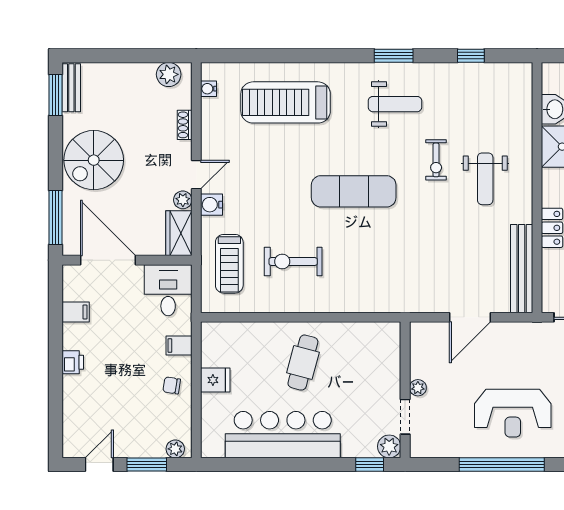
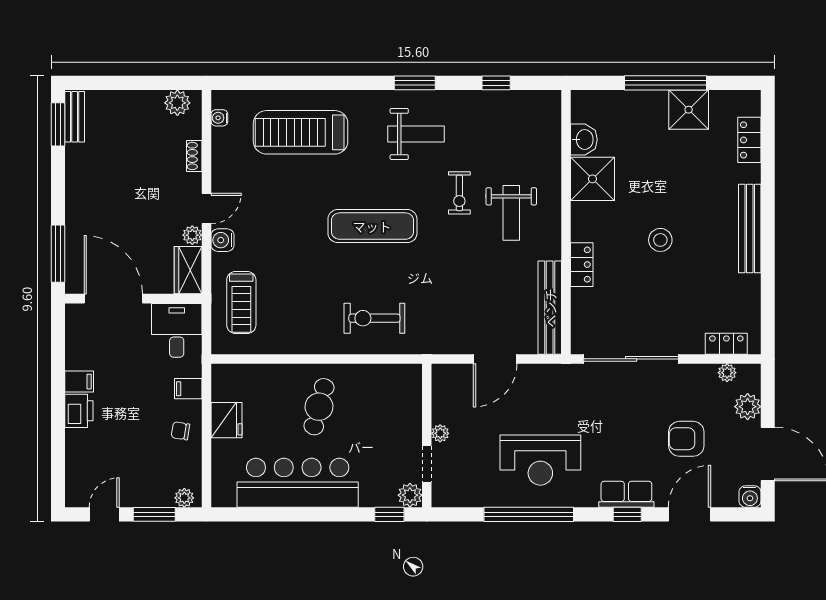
spiral stairs: (94, 160) -> (98, 193), removed
exercise bike: (293, 262) -> (374, 318), moved
filing cabinet: (76, 312) -> (79, 382), moved
printer: (73, 362) -> (79, 411), width x1.36, depth x1.24
fridge: (215, 380) -> (226, 420), width x1.38

